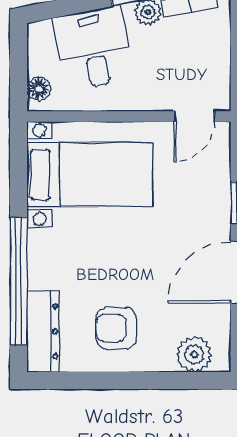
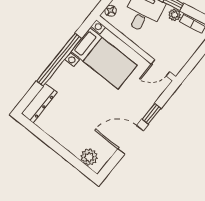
window: (19, 281) -> (59, 60), moved
armchair: (116, 328) -> (68, 124), removed

